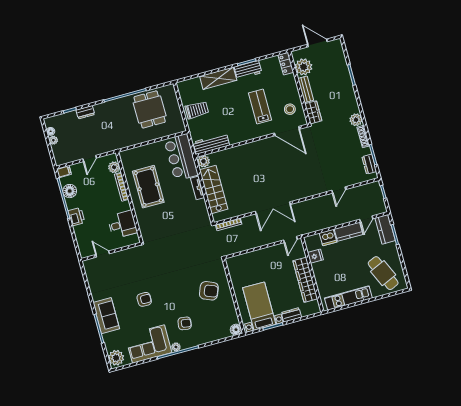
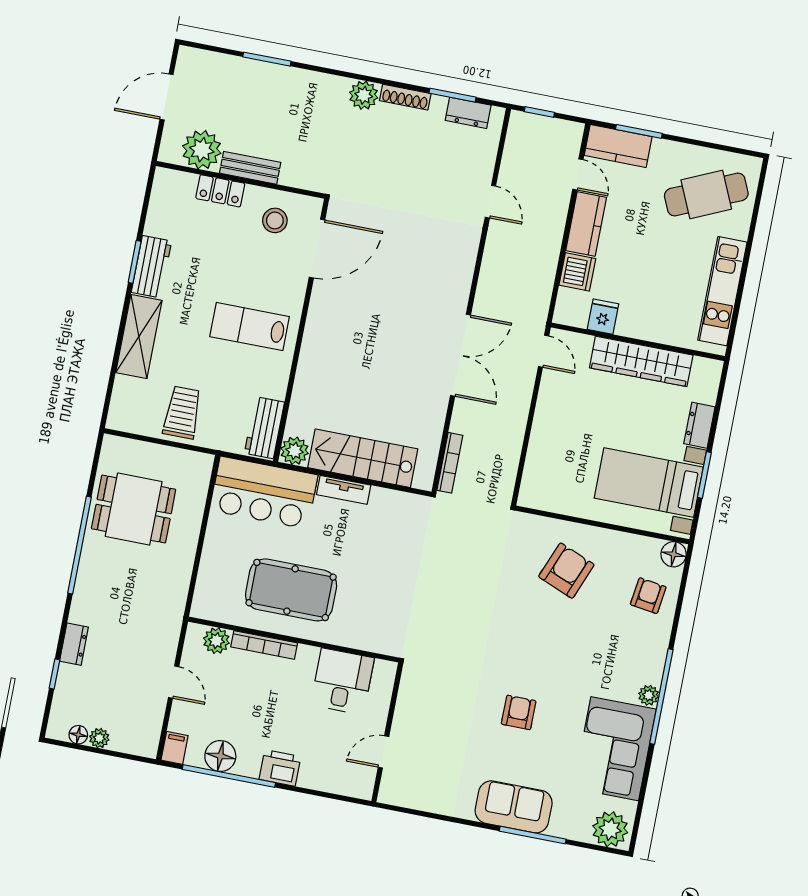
locker: (286, 64) -> (220, 191), moved
lab bench: (260, 107) -> (250, 327), moved
wardrobe: (313, 112) -> (305, 176), removed
workbench: (211, 144) -> (264, 428), width x0.73
armchair: (185, 323) -> (648, 596), moved

